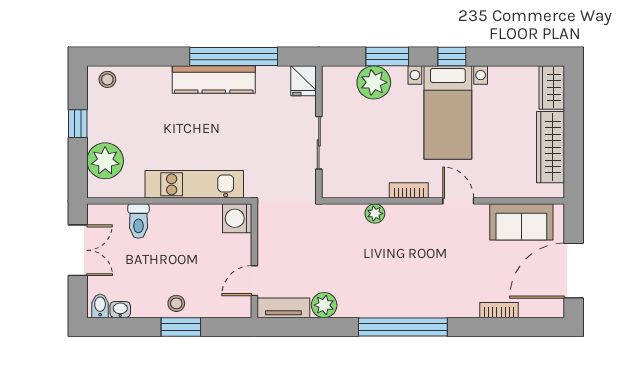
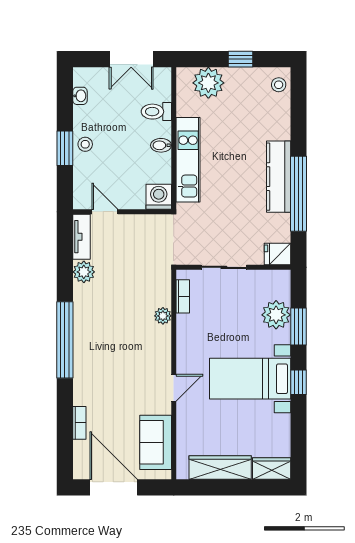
bookcase: (409, 190) -> (183, 296), moved
bidet: (100, 306) -> (161, 145), moved, turned 180

